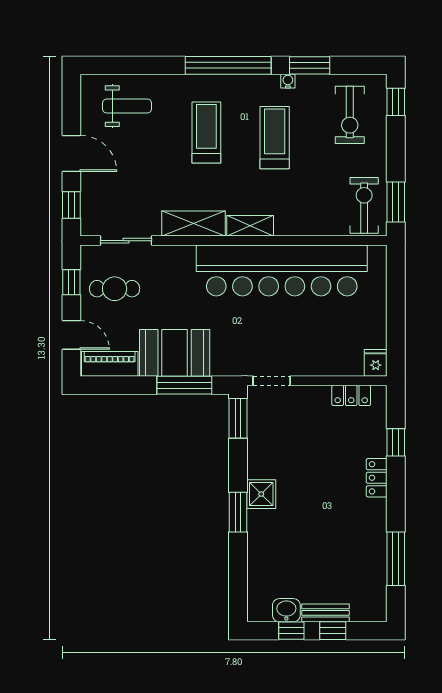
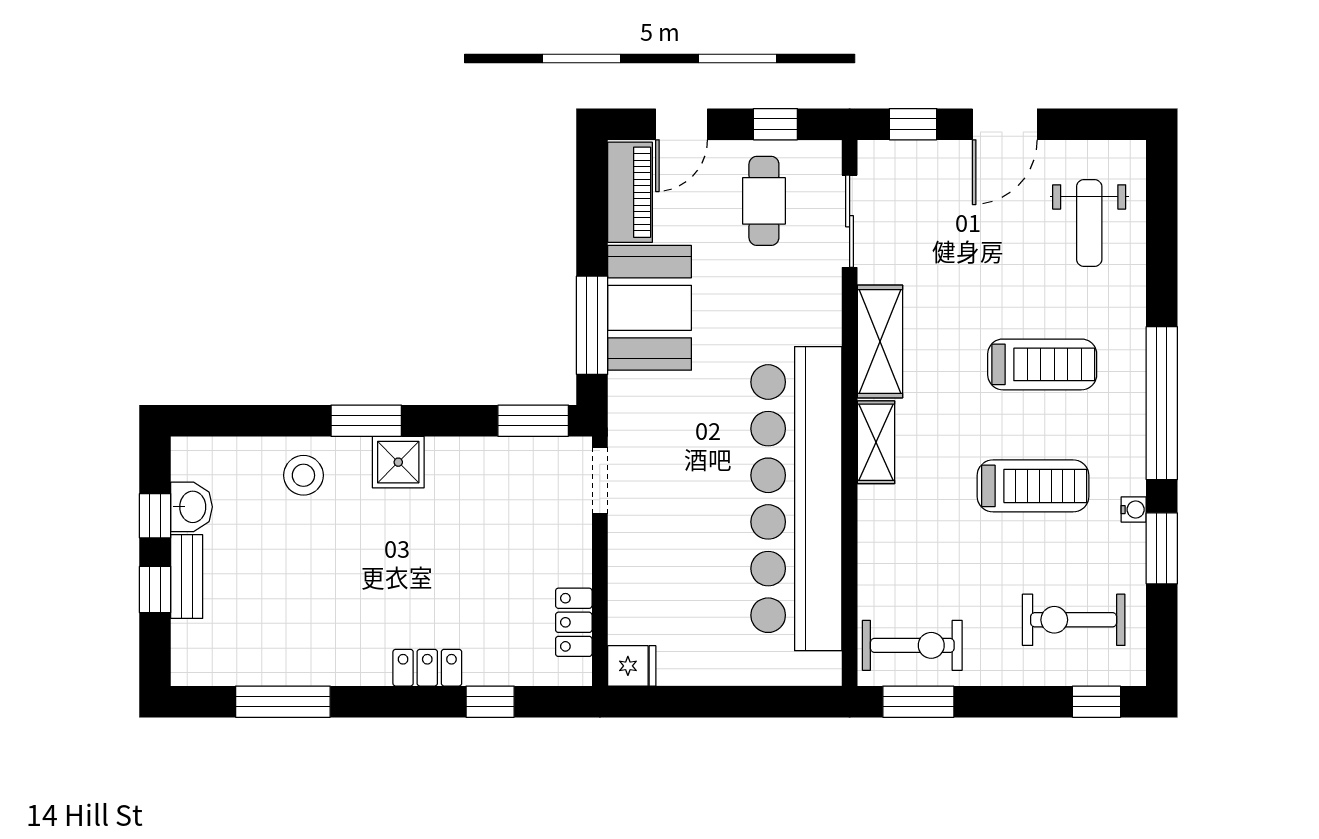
stool: (269, 547) -> (303, 475), added

